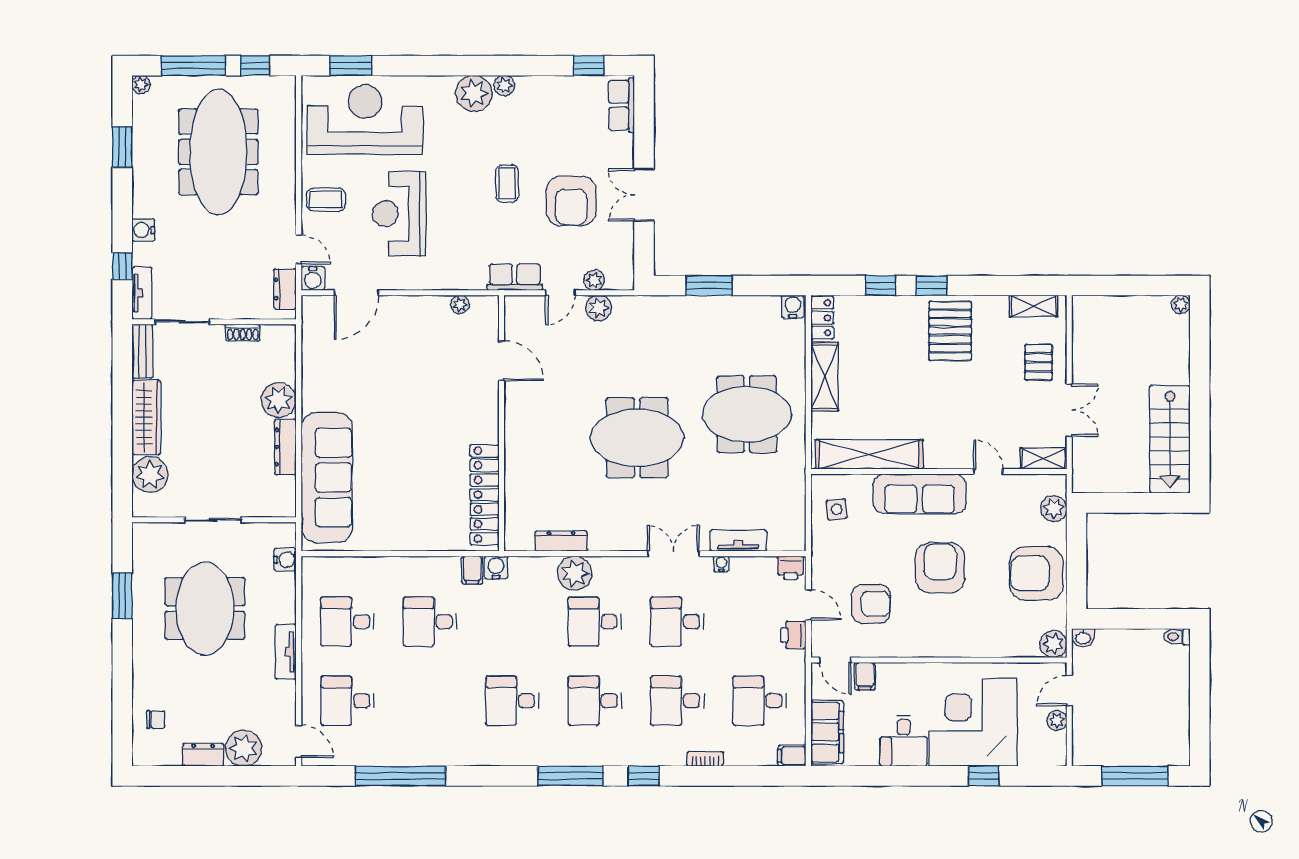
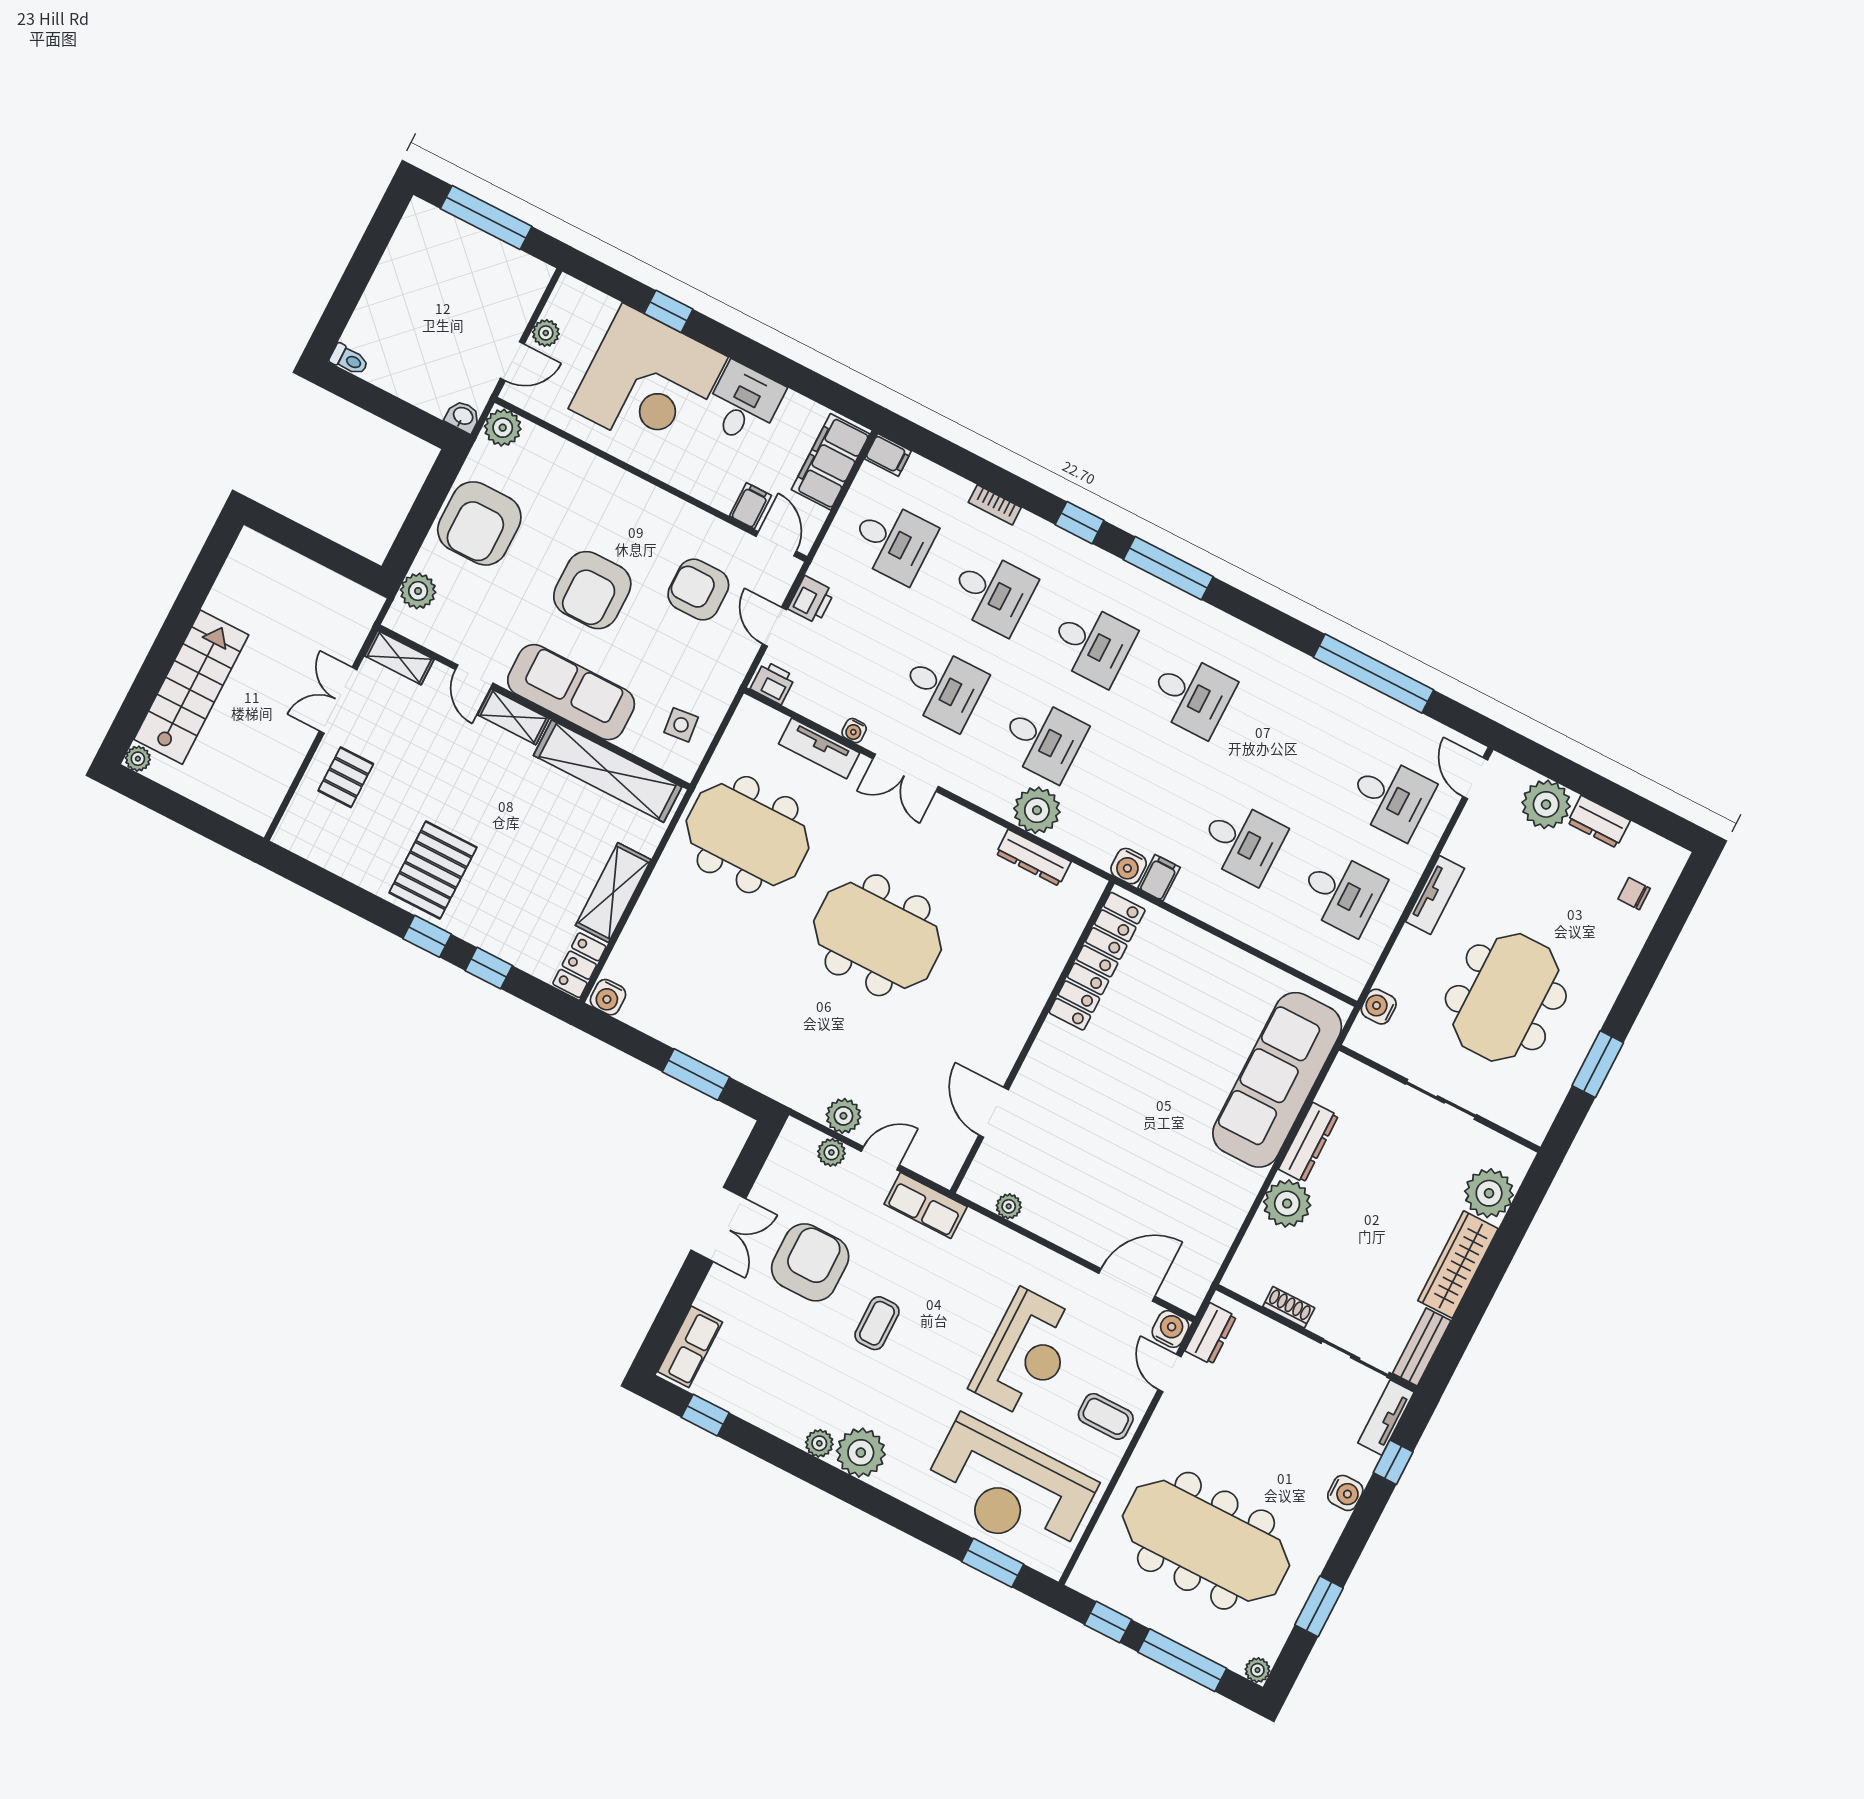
meeting table: (218, 152) -> (1206, 1541), turned 90
shelving: (1034, 306) -> (513, 717), moved
meeting table: (747, 414) -> (748, 835), moved
stairs: (1170, 439) -> (191, 687), moved
armchair: (1036, 573) -> (479, 523), turned 90

